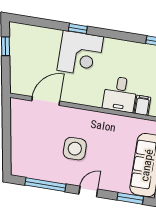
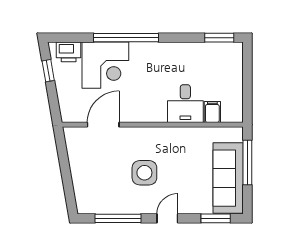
window: (78, 29) -> (126, 38), width x3.17
printer: (26, 33) -> (69, 52), added
corner desk: (80, 54) -> (105, 65), moved

